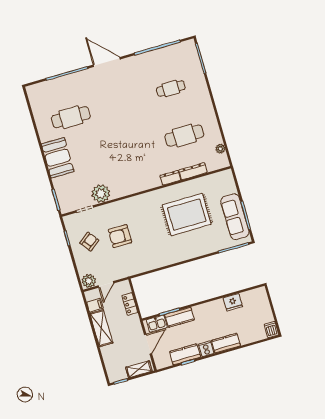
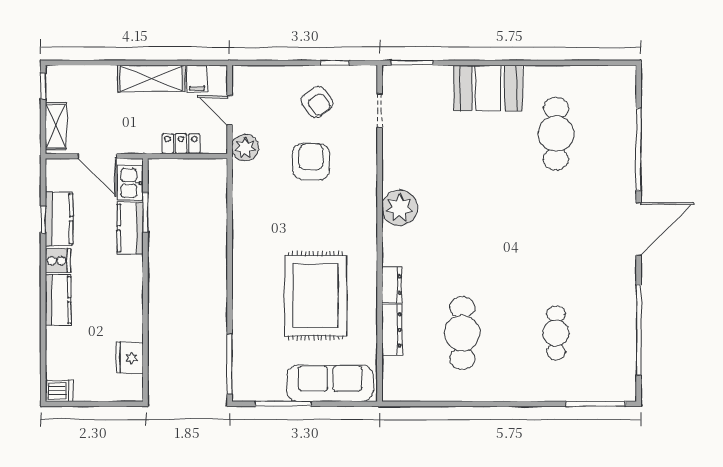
plant: (220, 149) -> (419, 392), removed
plant: (101, 194) -> (400, 208), moved
sofa: (235, 217) -> (330, 383), moved
plant: (89, 281) -> (245, 148), moved
fridge: (233, 302) -> (130, 358), moved

